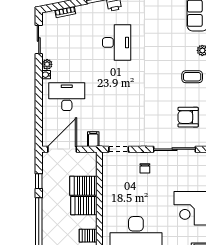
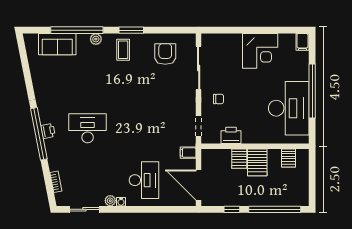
desk: (67, 97) -> (144, 180), turned 180
armchair: (188, 117) -> (165, 54), turned 180
printer: (110, 180) -> (231, 135), added
server rack: (83, 186) -> (239, 159), width x0.73, depth x0.70

